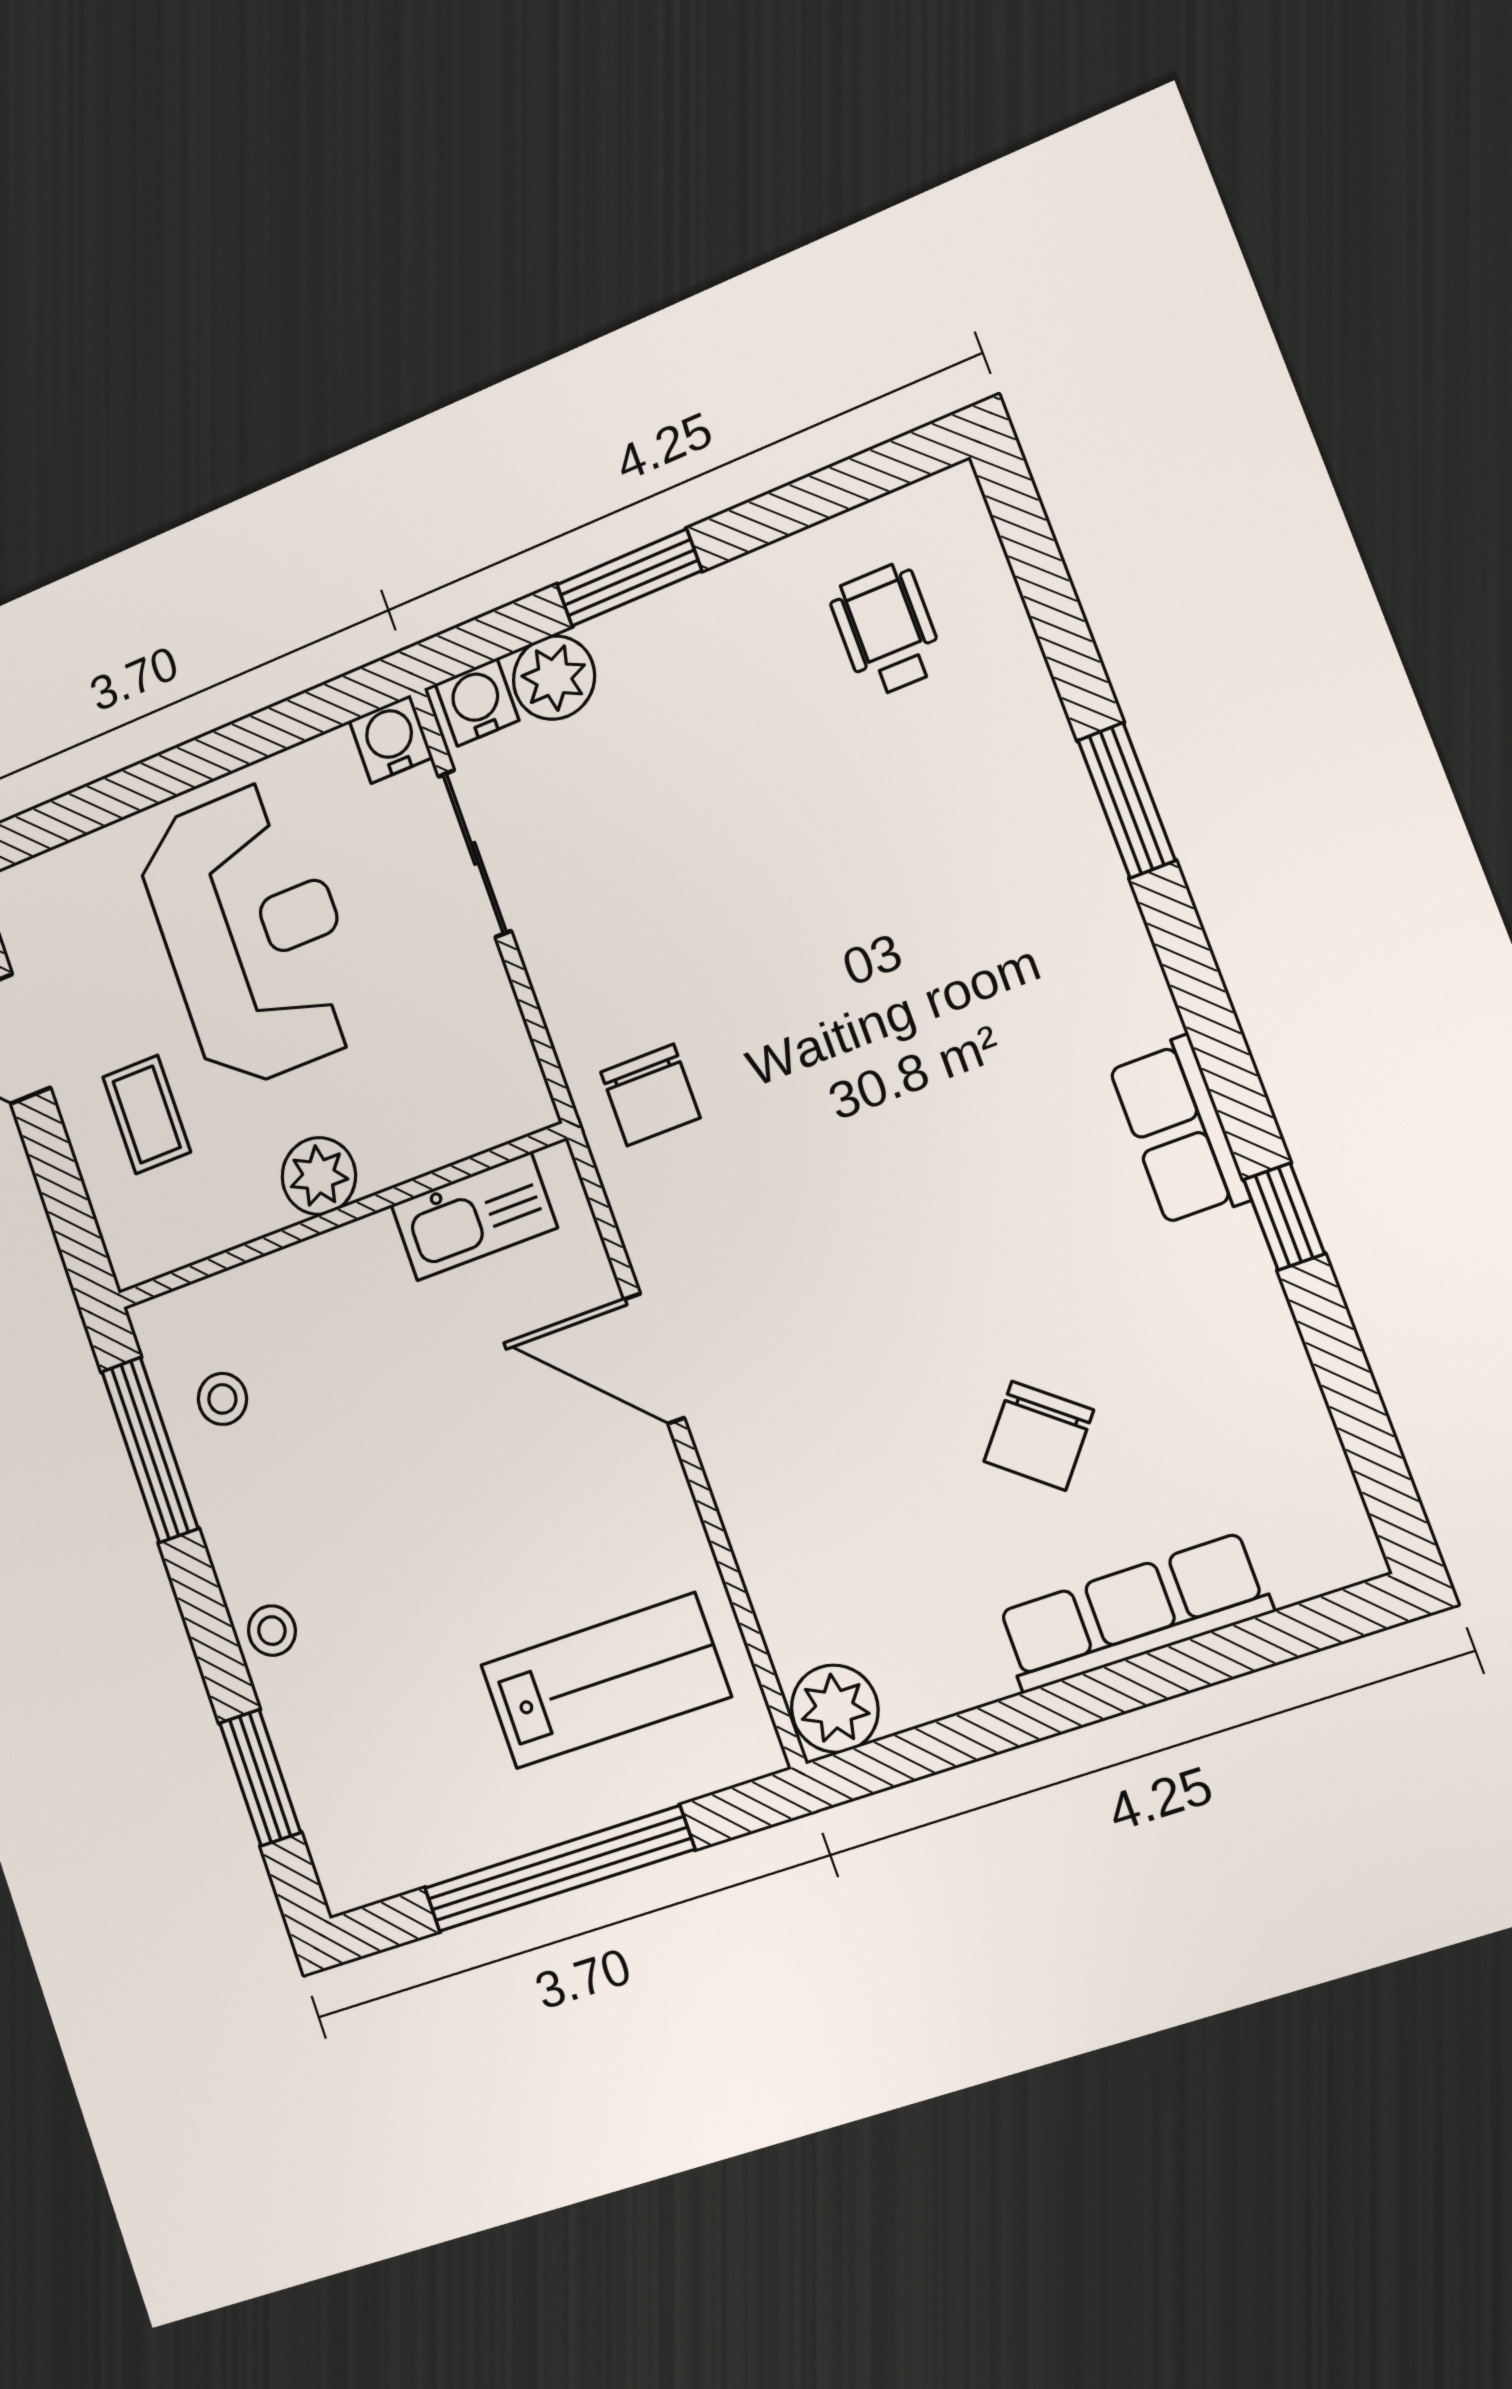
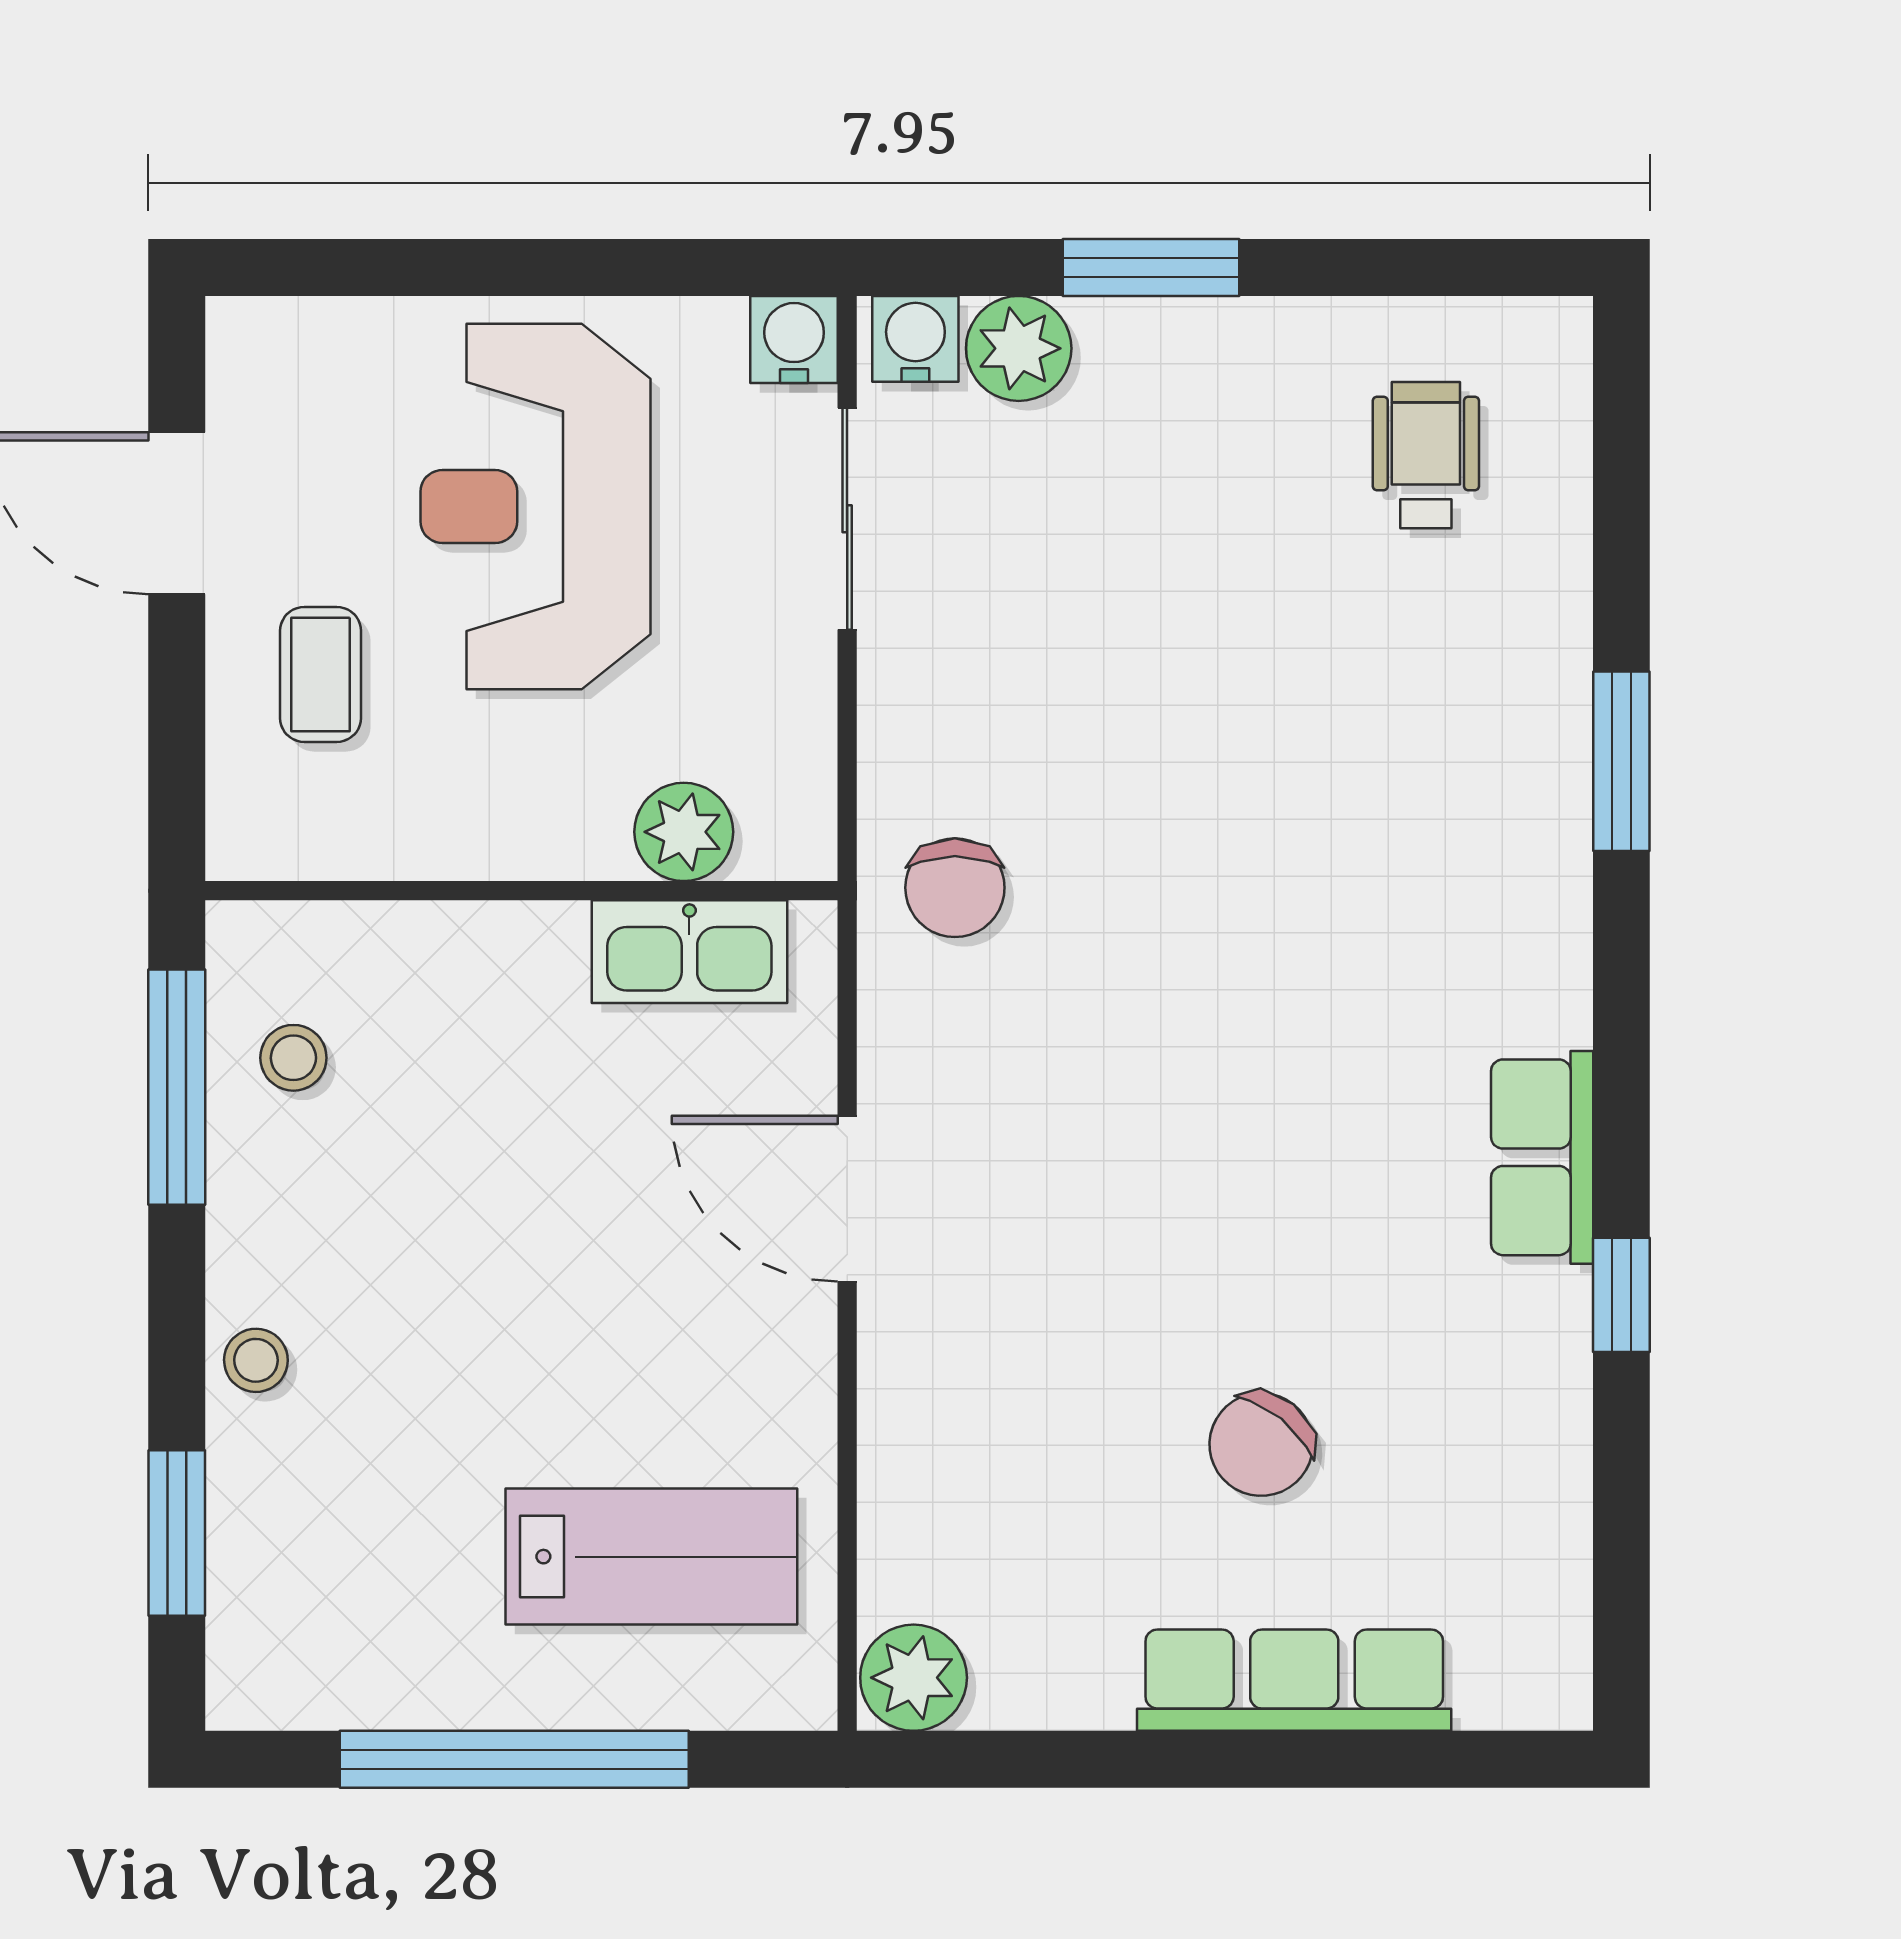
reception desk: (252, 934) -> (536, 507), turned 180
plant: (319, 1176) -> (684, 832), moved

